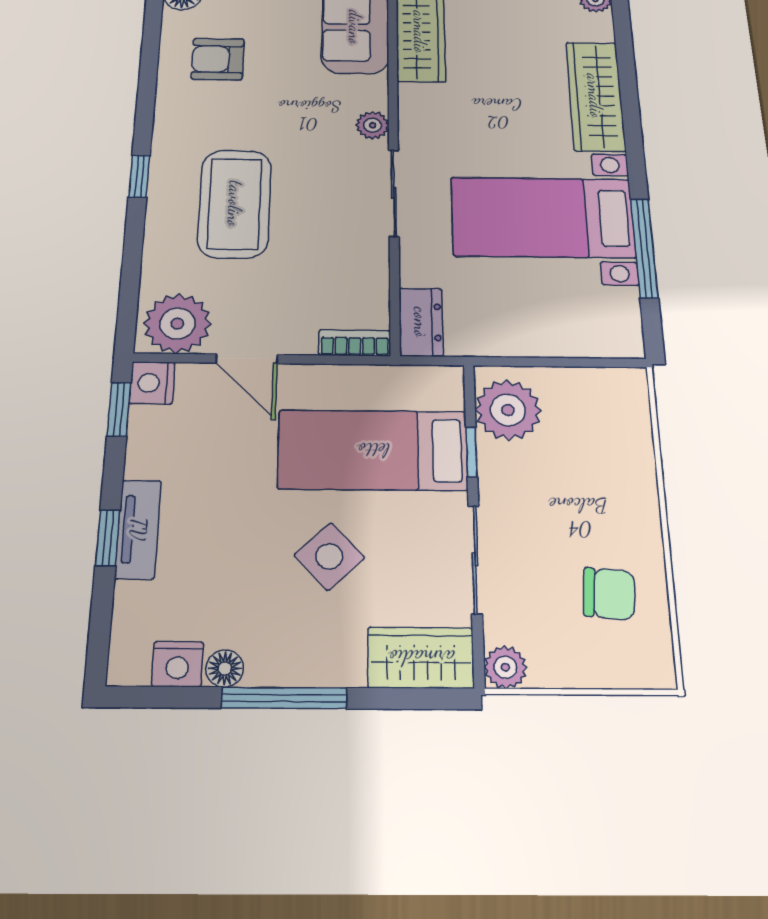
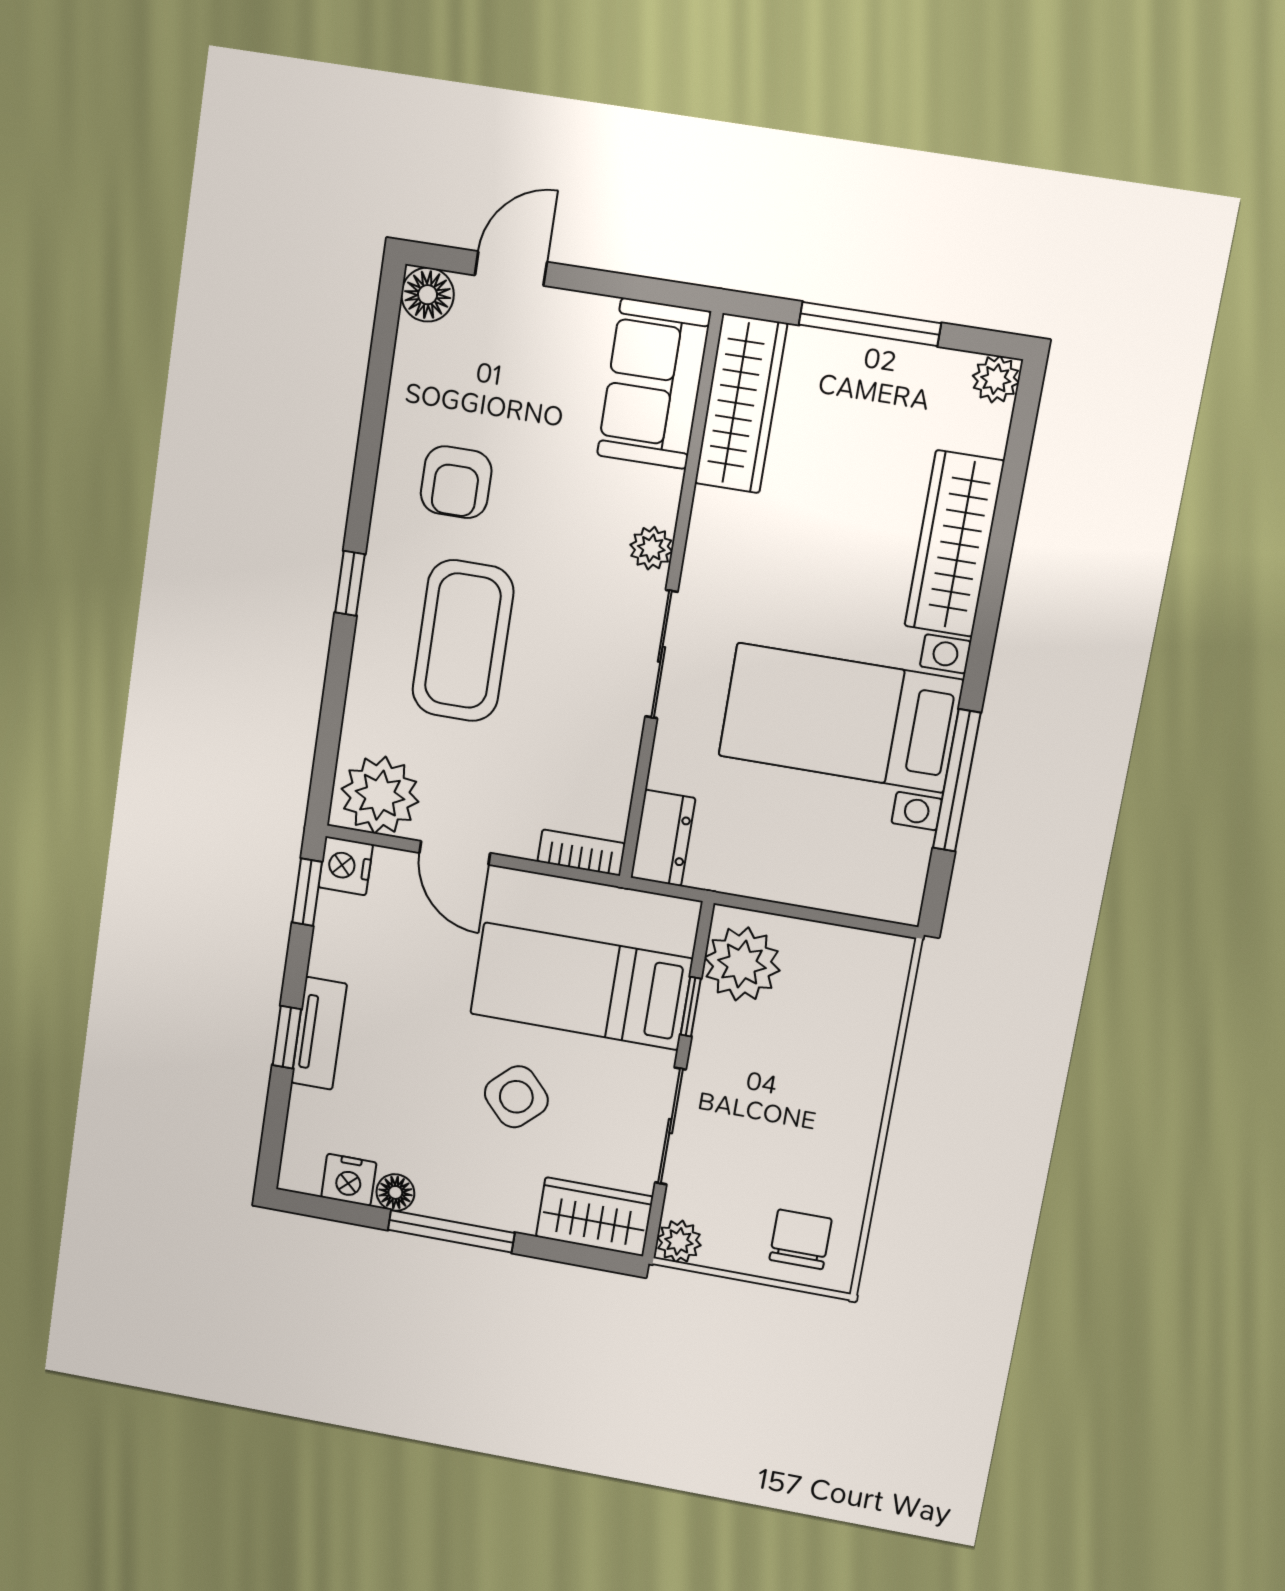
armchair: (218, 59) -> (456, 482), moved, turned -90
chair: (609, 594) -> (800, 1239), moved, turned -95

